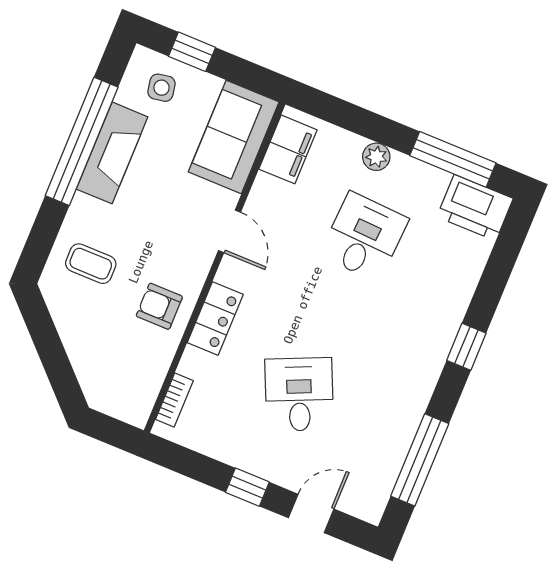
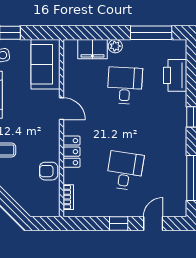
filing cabinet: (288, 149) -> (92, 49), moved, turned 90
printer: (475, 208) -> (175, 75), moved, turned 90
armchair: (159, 306) -> (49, 171), moved
desk: (299, 394) -> (125, 171), turned 33

